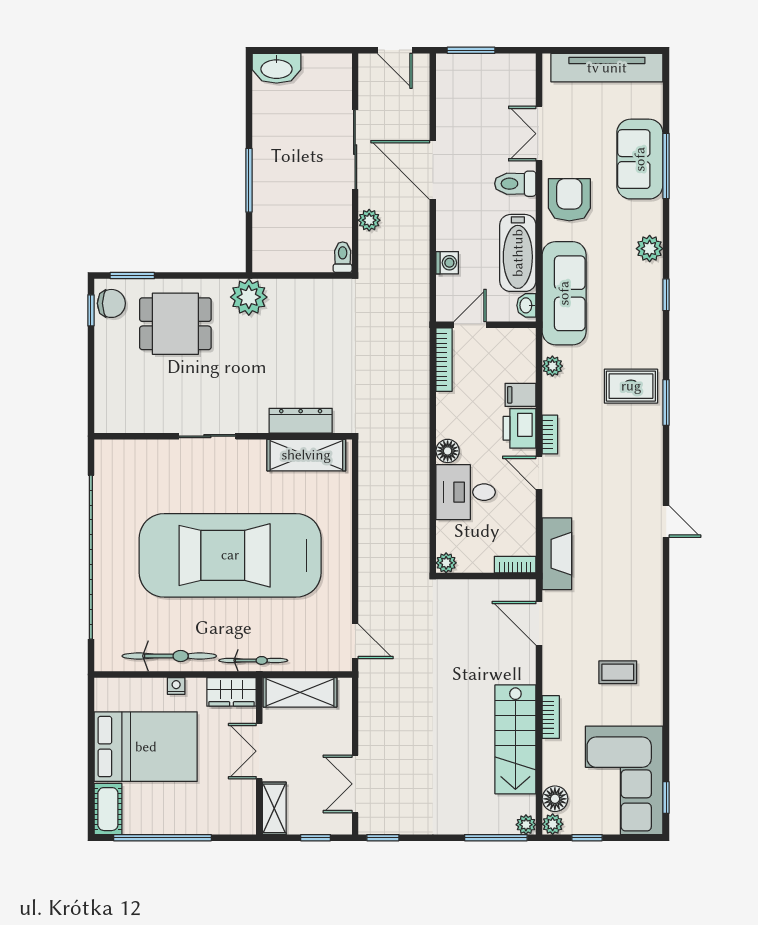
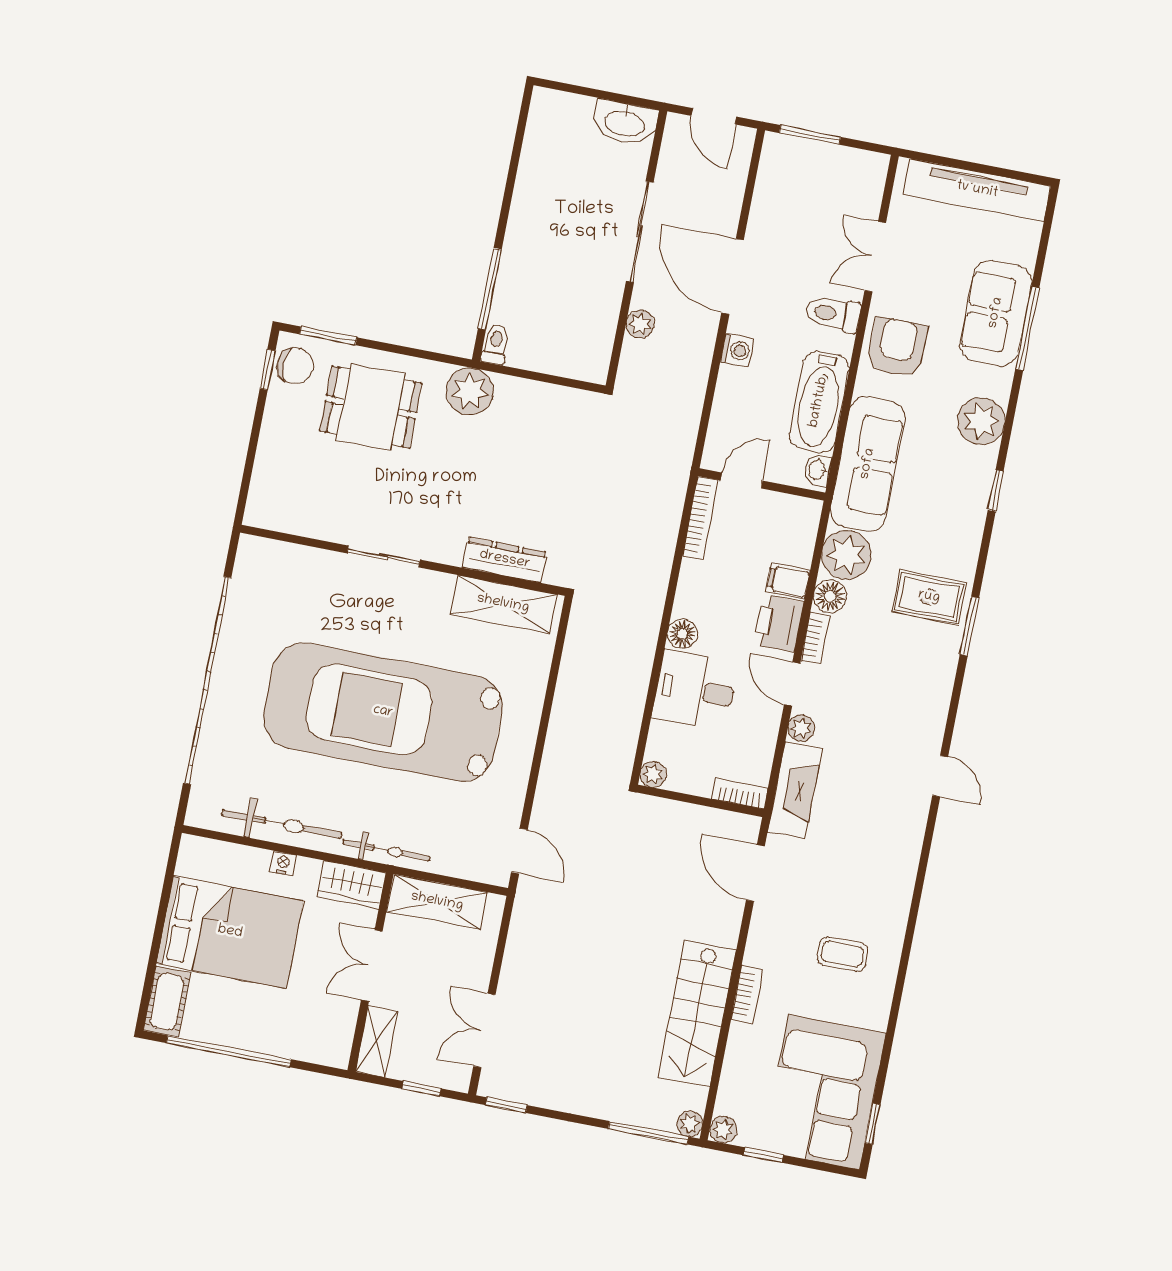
washbasin: (276, 68) -> (625, 123), moved
window: (249, 180) -> (490, 289), moved
plant: (650, 249) -> (981, 421), width x1.36, depth x1.36
toilet: (343, 257) -> (495, 344), moved
washing machine: (447, 263) -> (737, 350), moved
plant: (552, 366) -> (846, 555), width x1.88, depth x1.88
plant: (553, 505) -> (801, 728), added
floor lamp: (555, 799) -> (830, 596), moved

